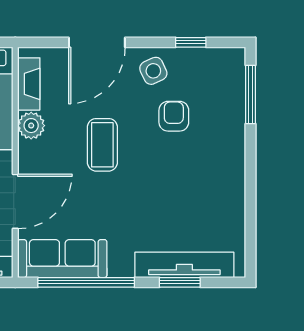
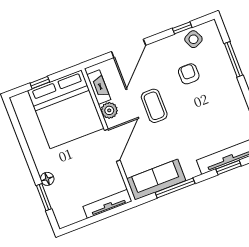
side table: (153, 71) -> (193, 39), moved
window: (250, 94) -> (233, 59), moved
door: (15, 201) -> (112, 145), moved
window: (86, 282) -> (175, 188), width x0.68

